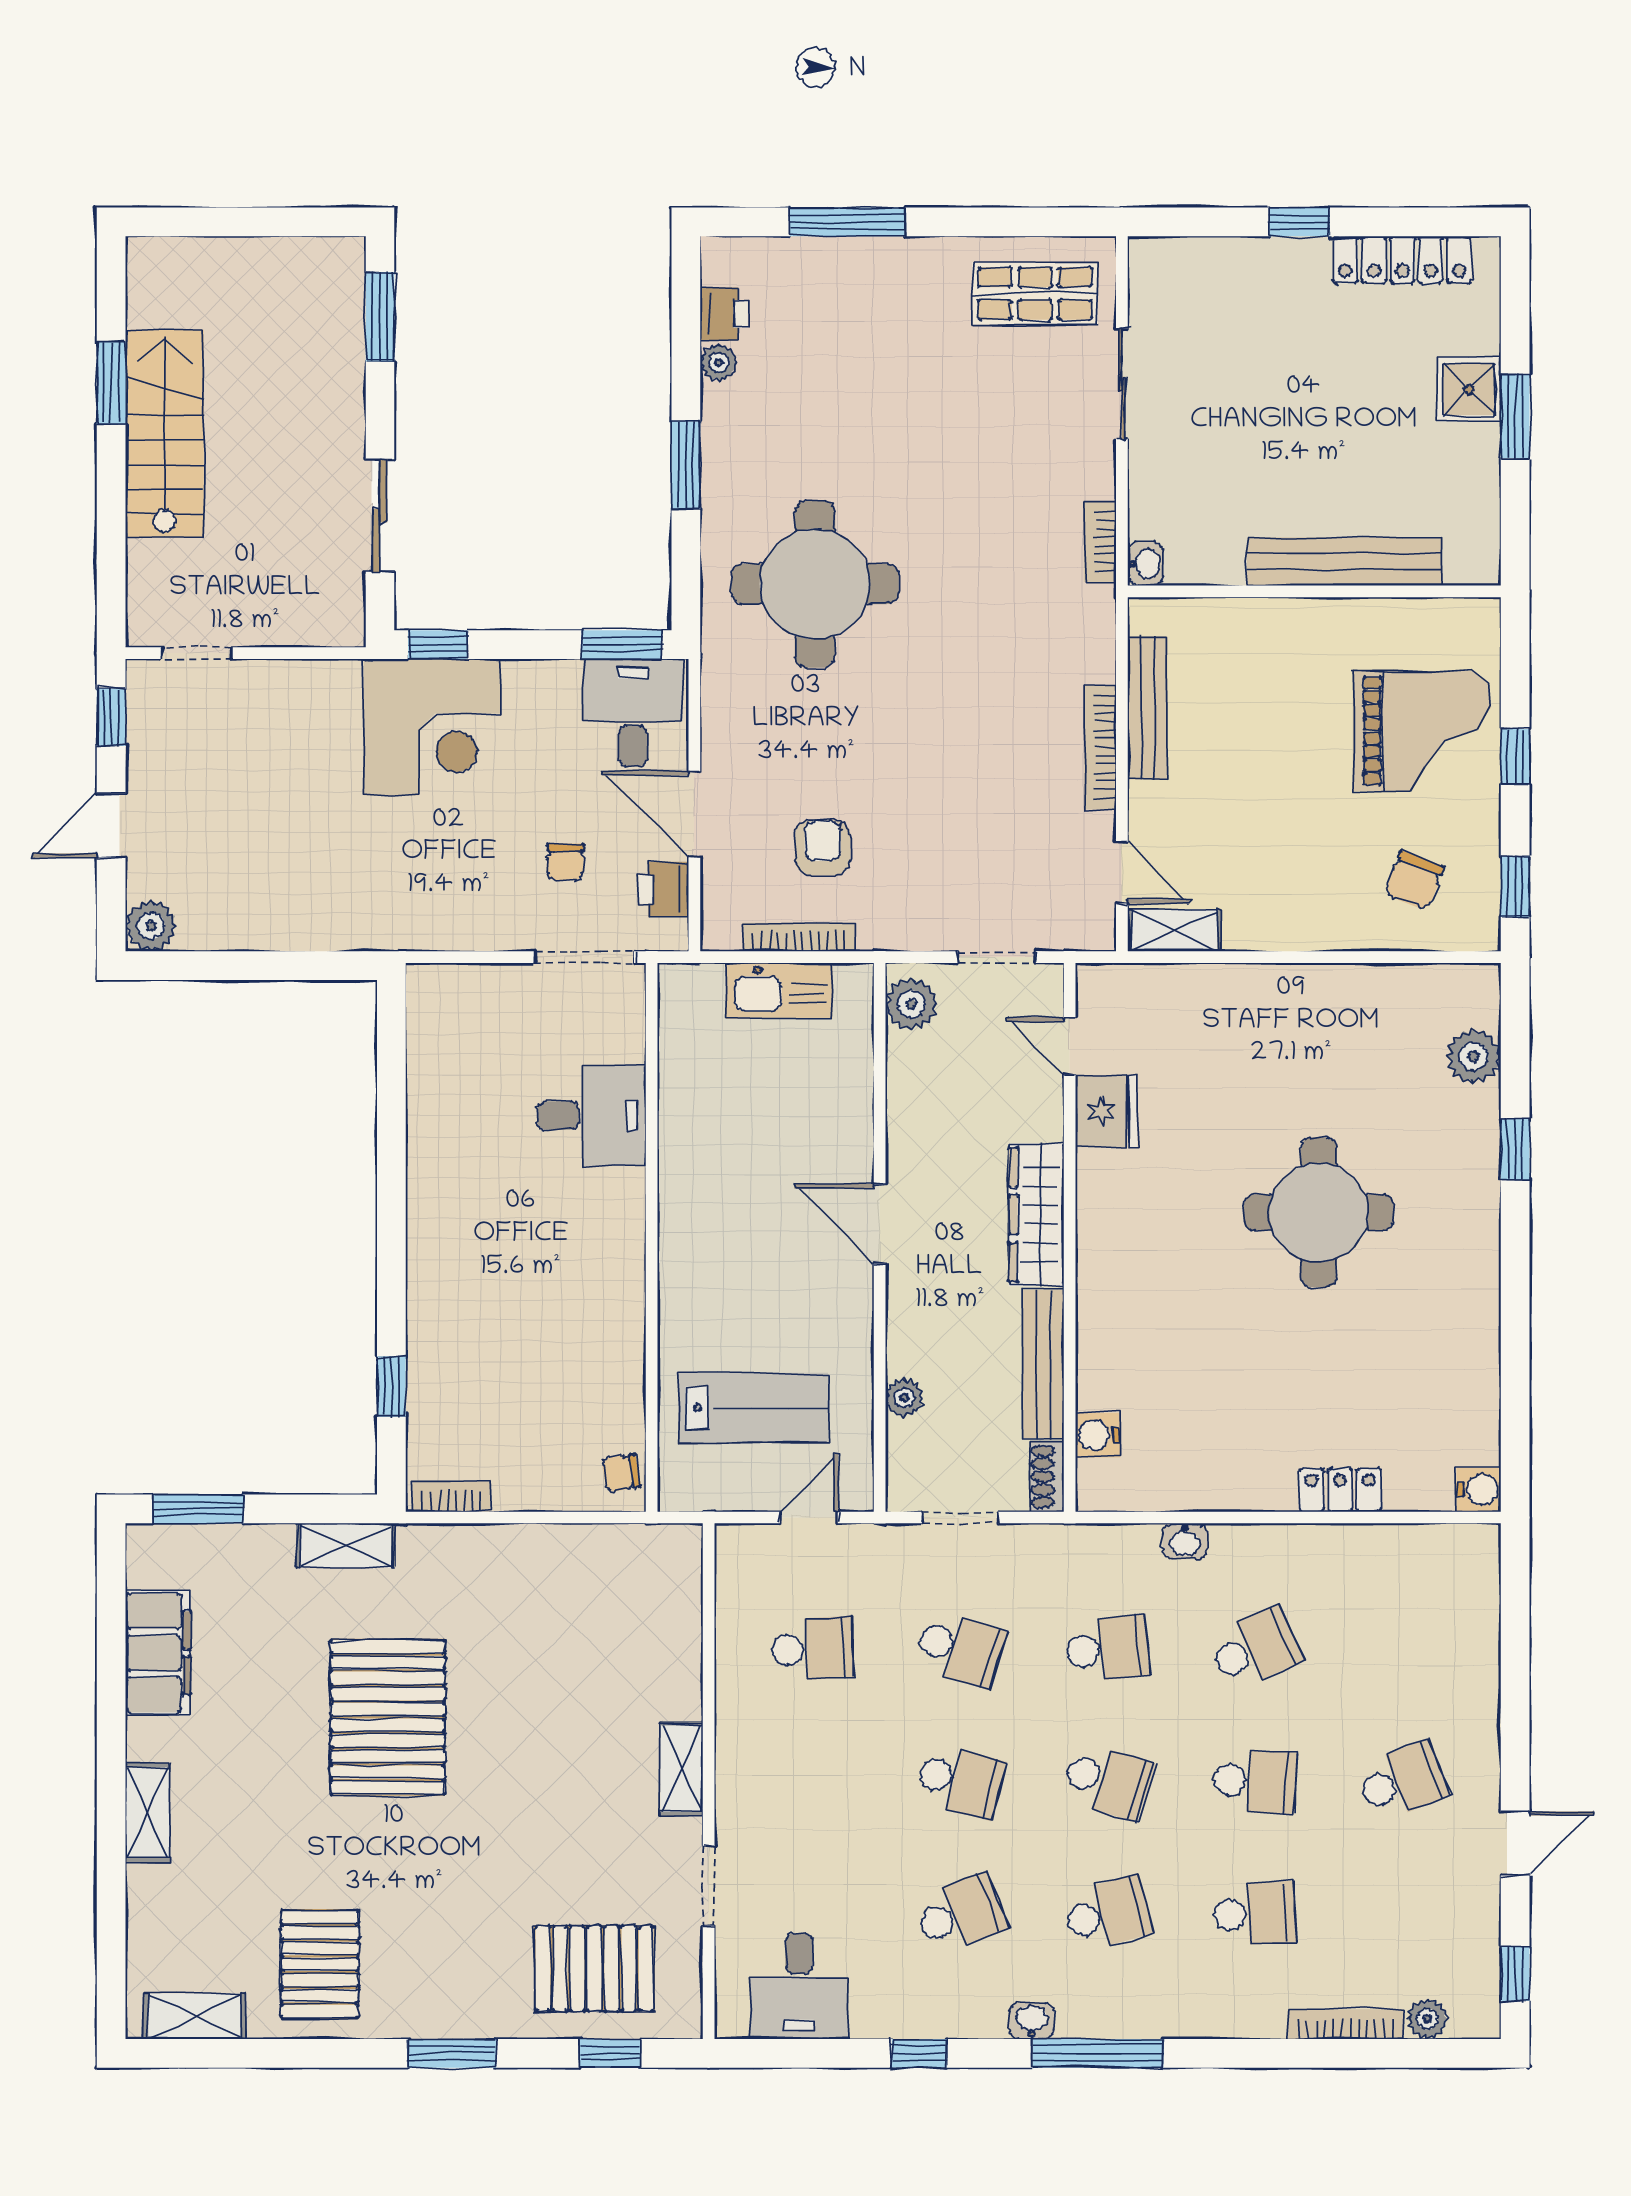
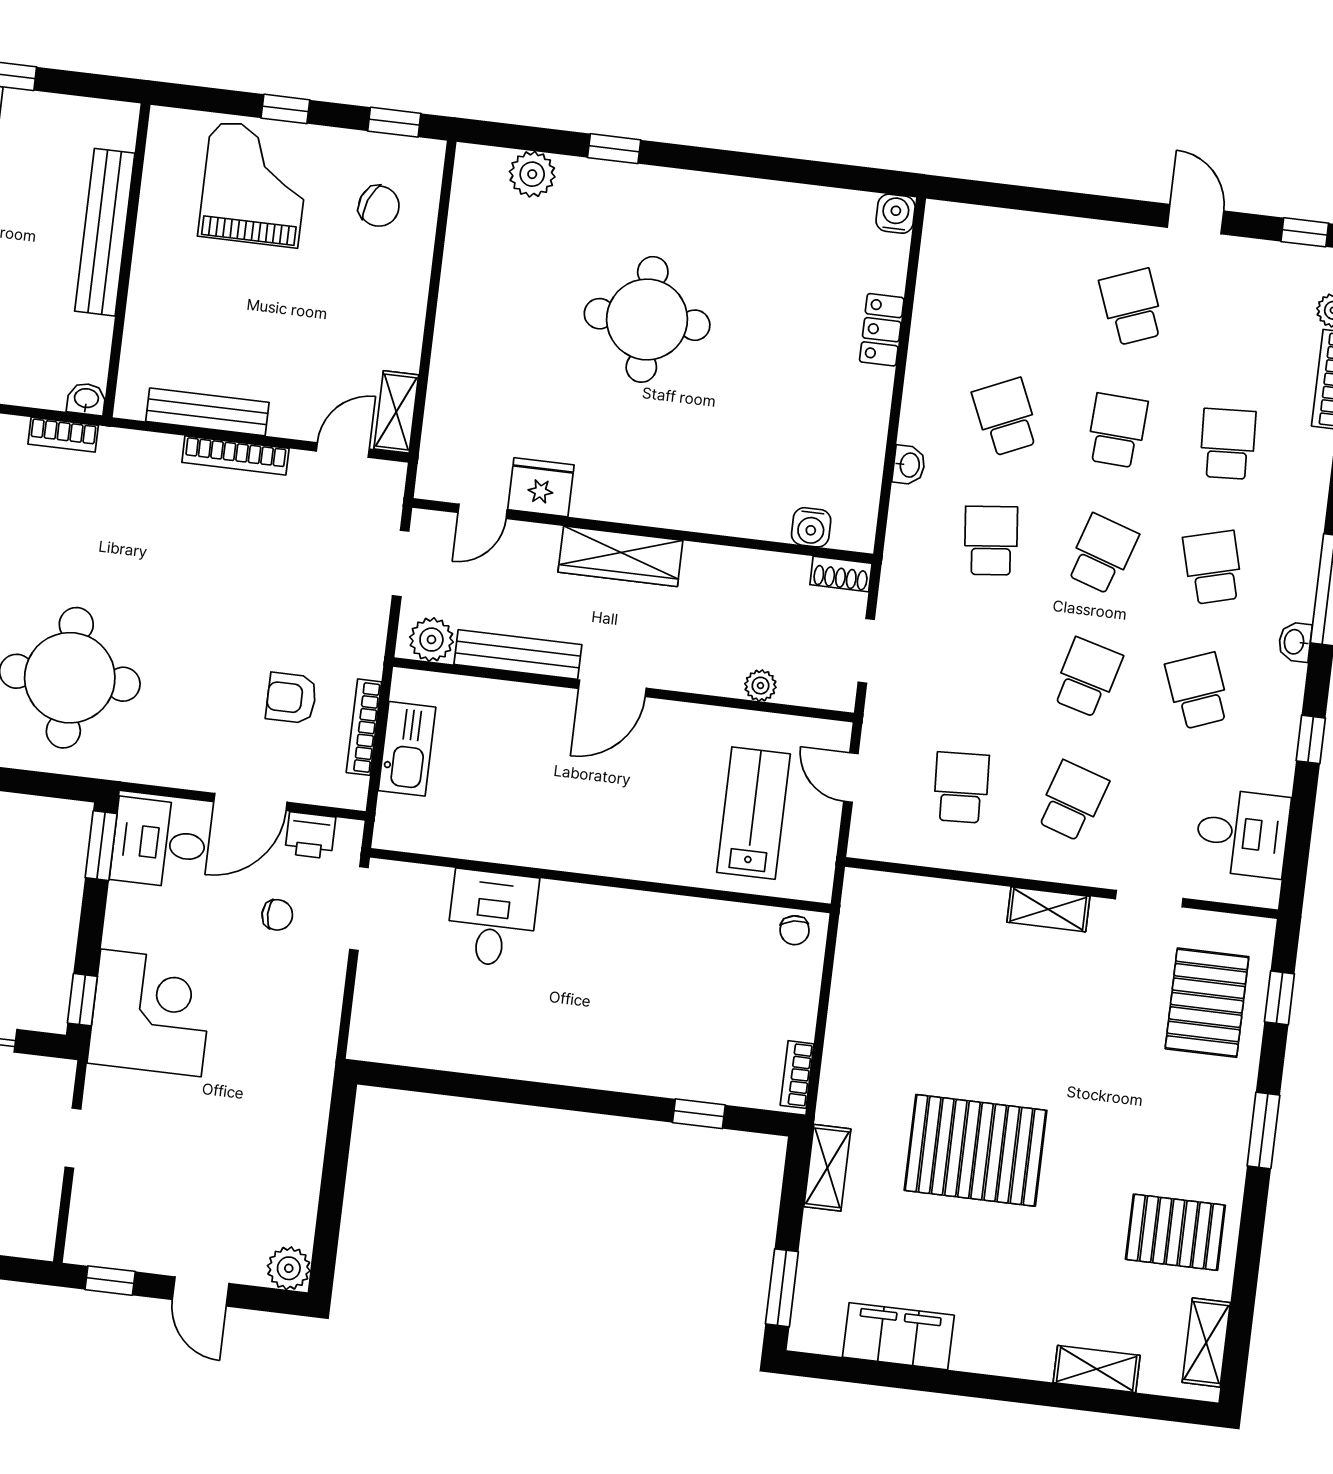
doorway: (196, 653) -> (73, 1138), moved
bench: (1043, 1364) -> (518, 655), moved
school desk: (960, 1649) -> (1072, 801), moved
shelving: (148, 1813) -> (1097, 1369), moved

